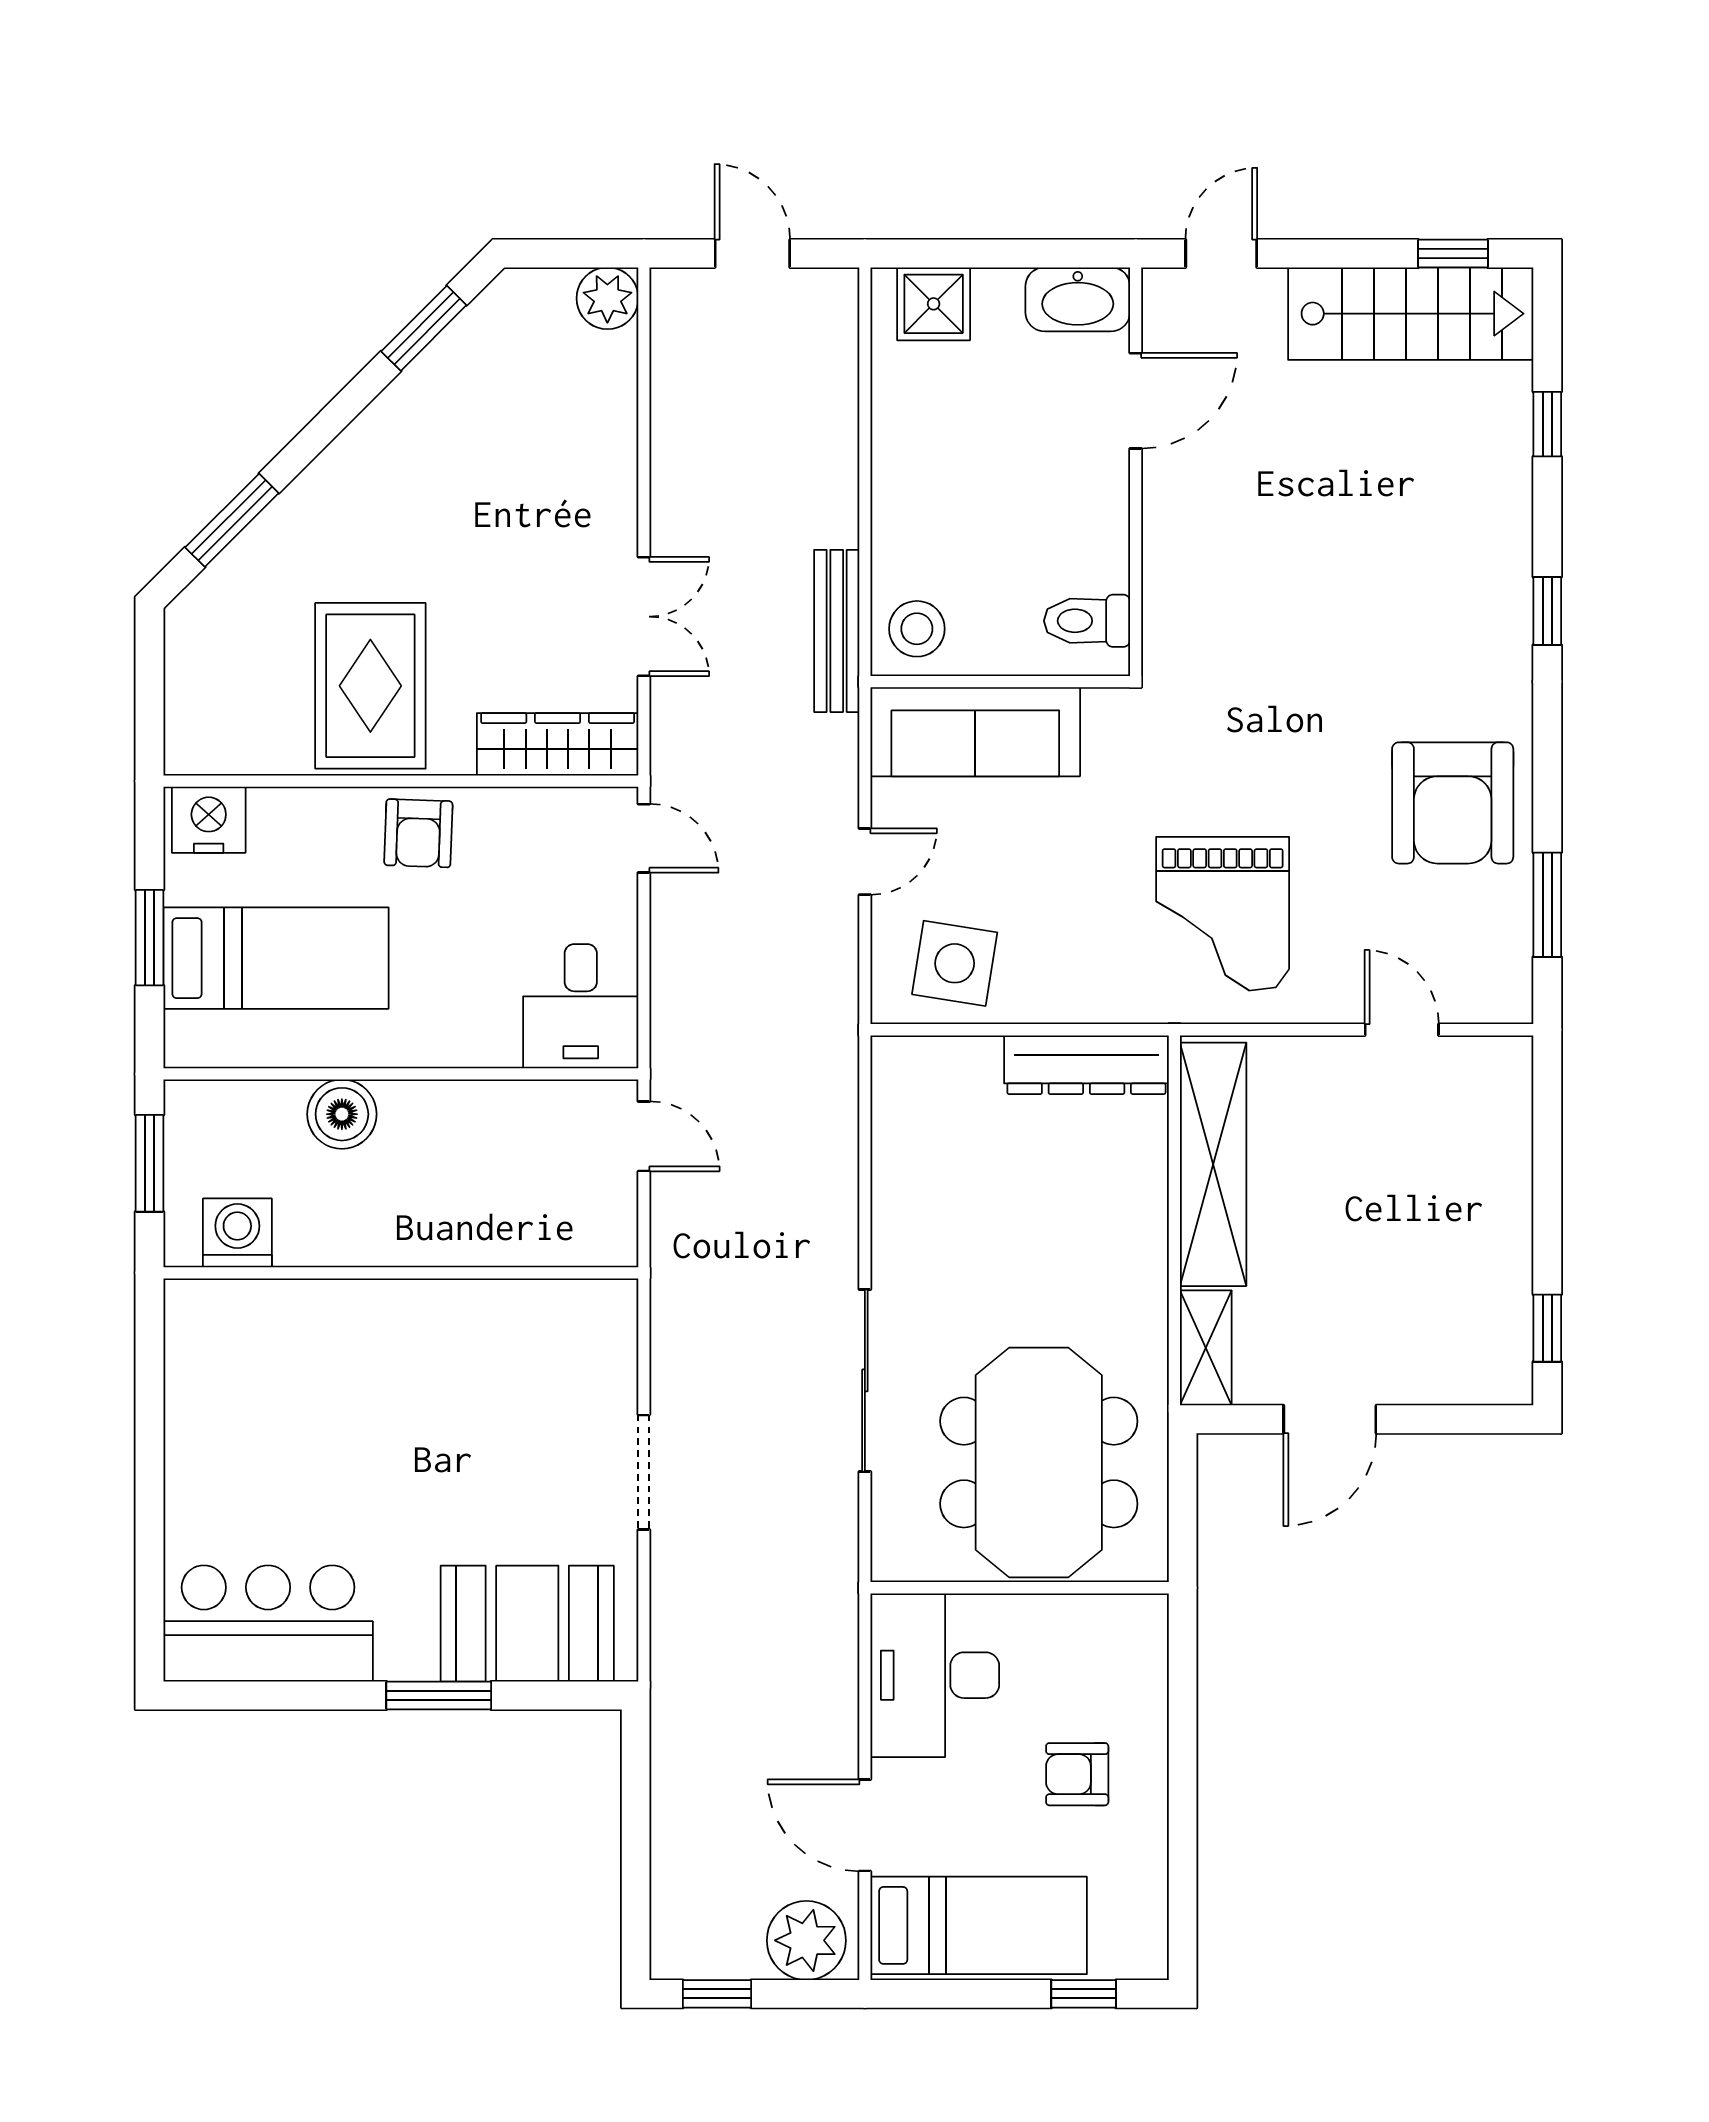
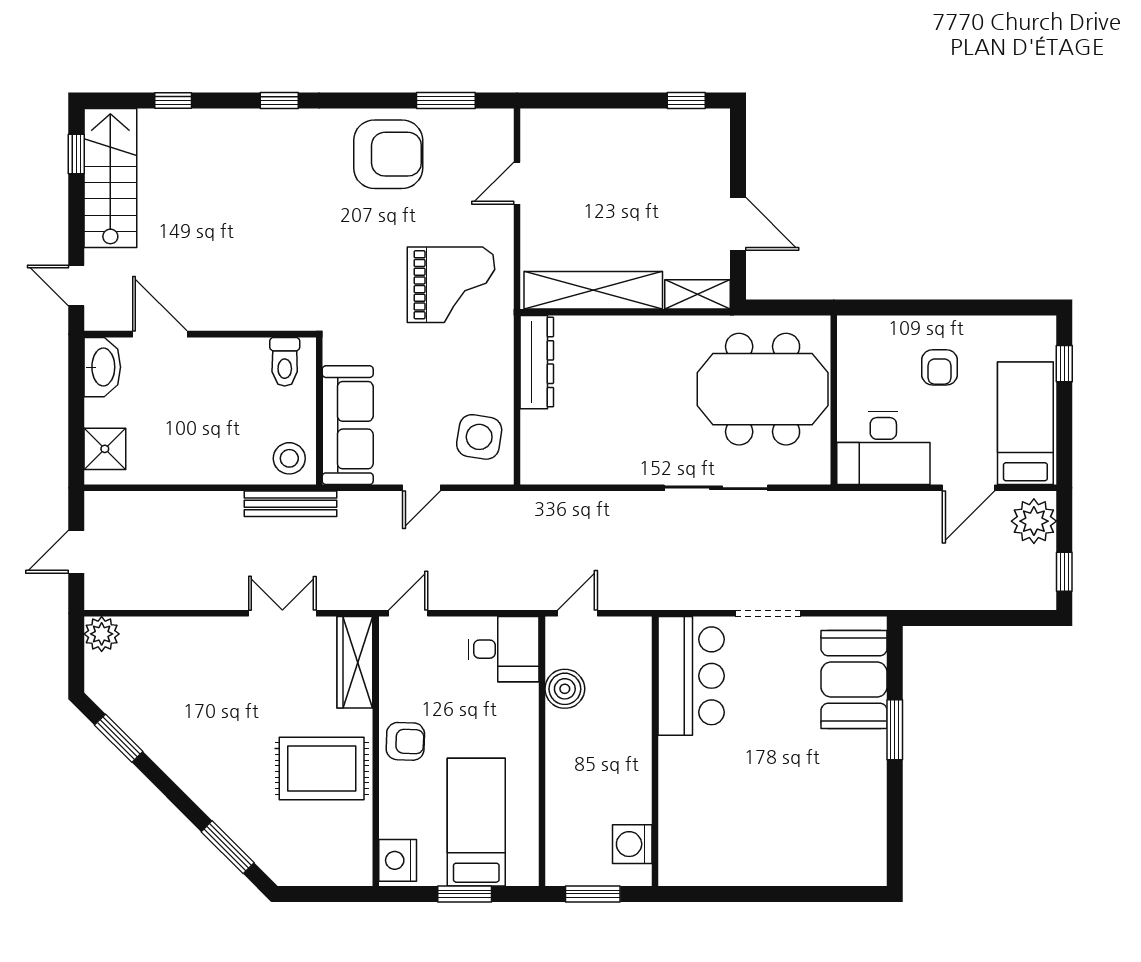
door: (865, 862) -> (421, 488), swing flipped
boiler: (342, 1114) -> (565, 689), moved
bar counter: (268, 1624) -> (691, 676), moved, turned 180

